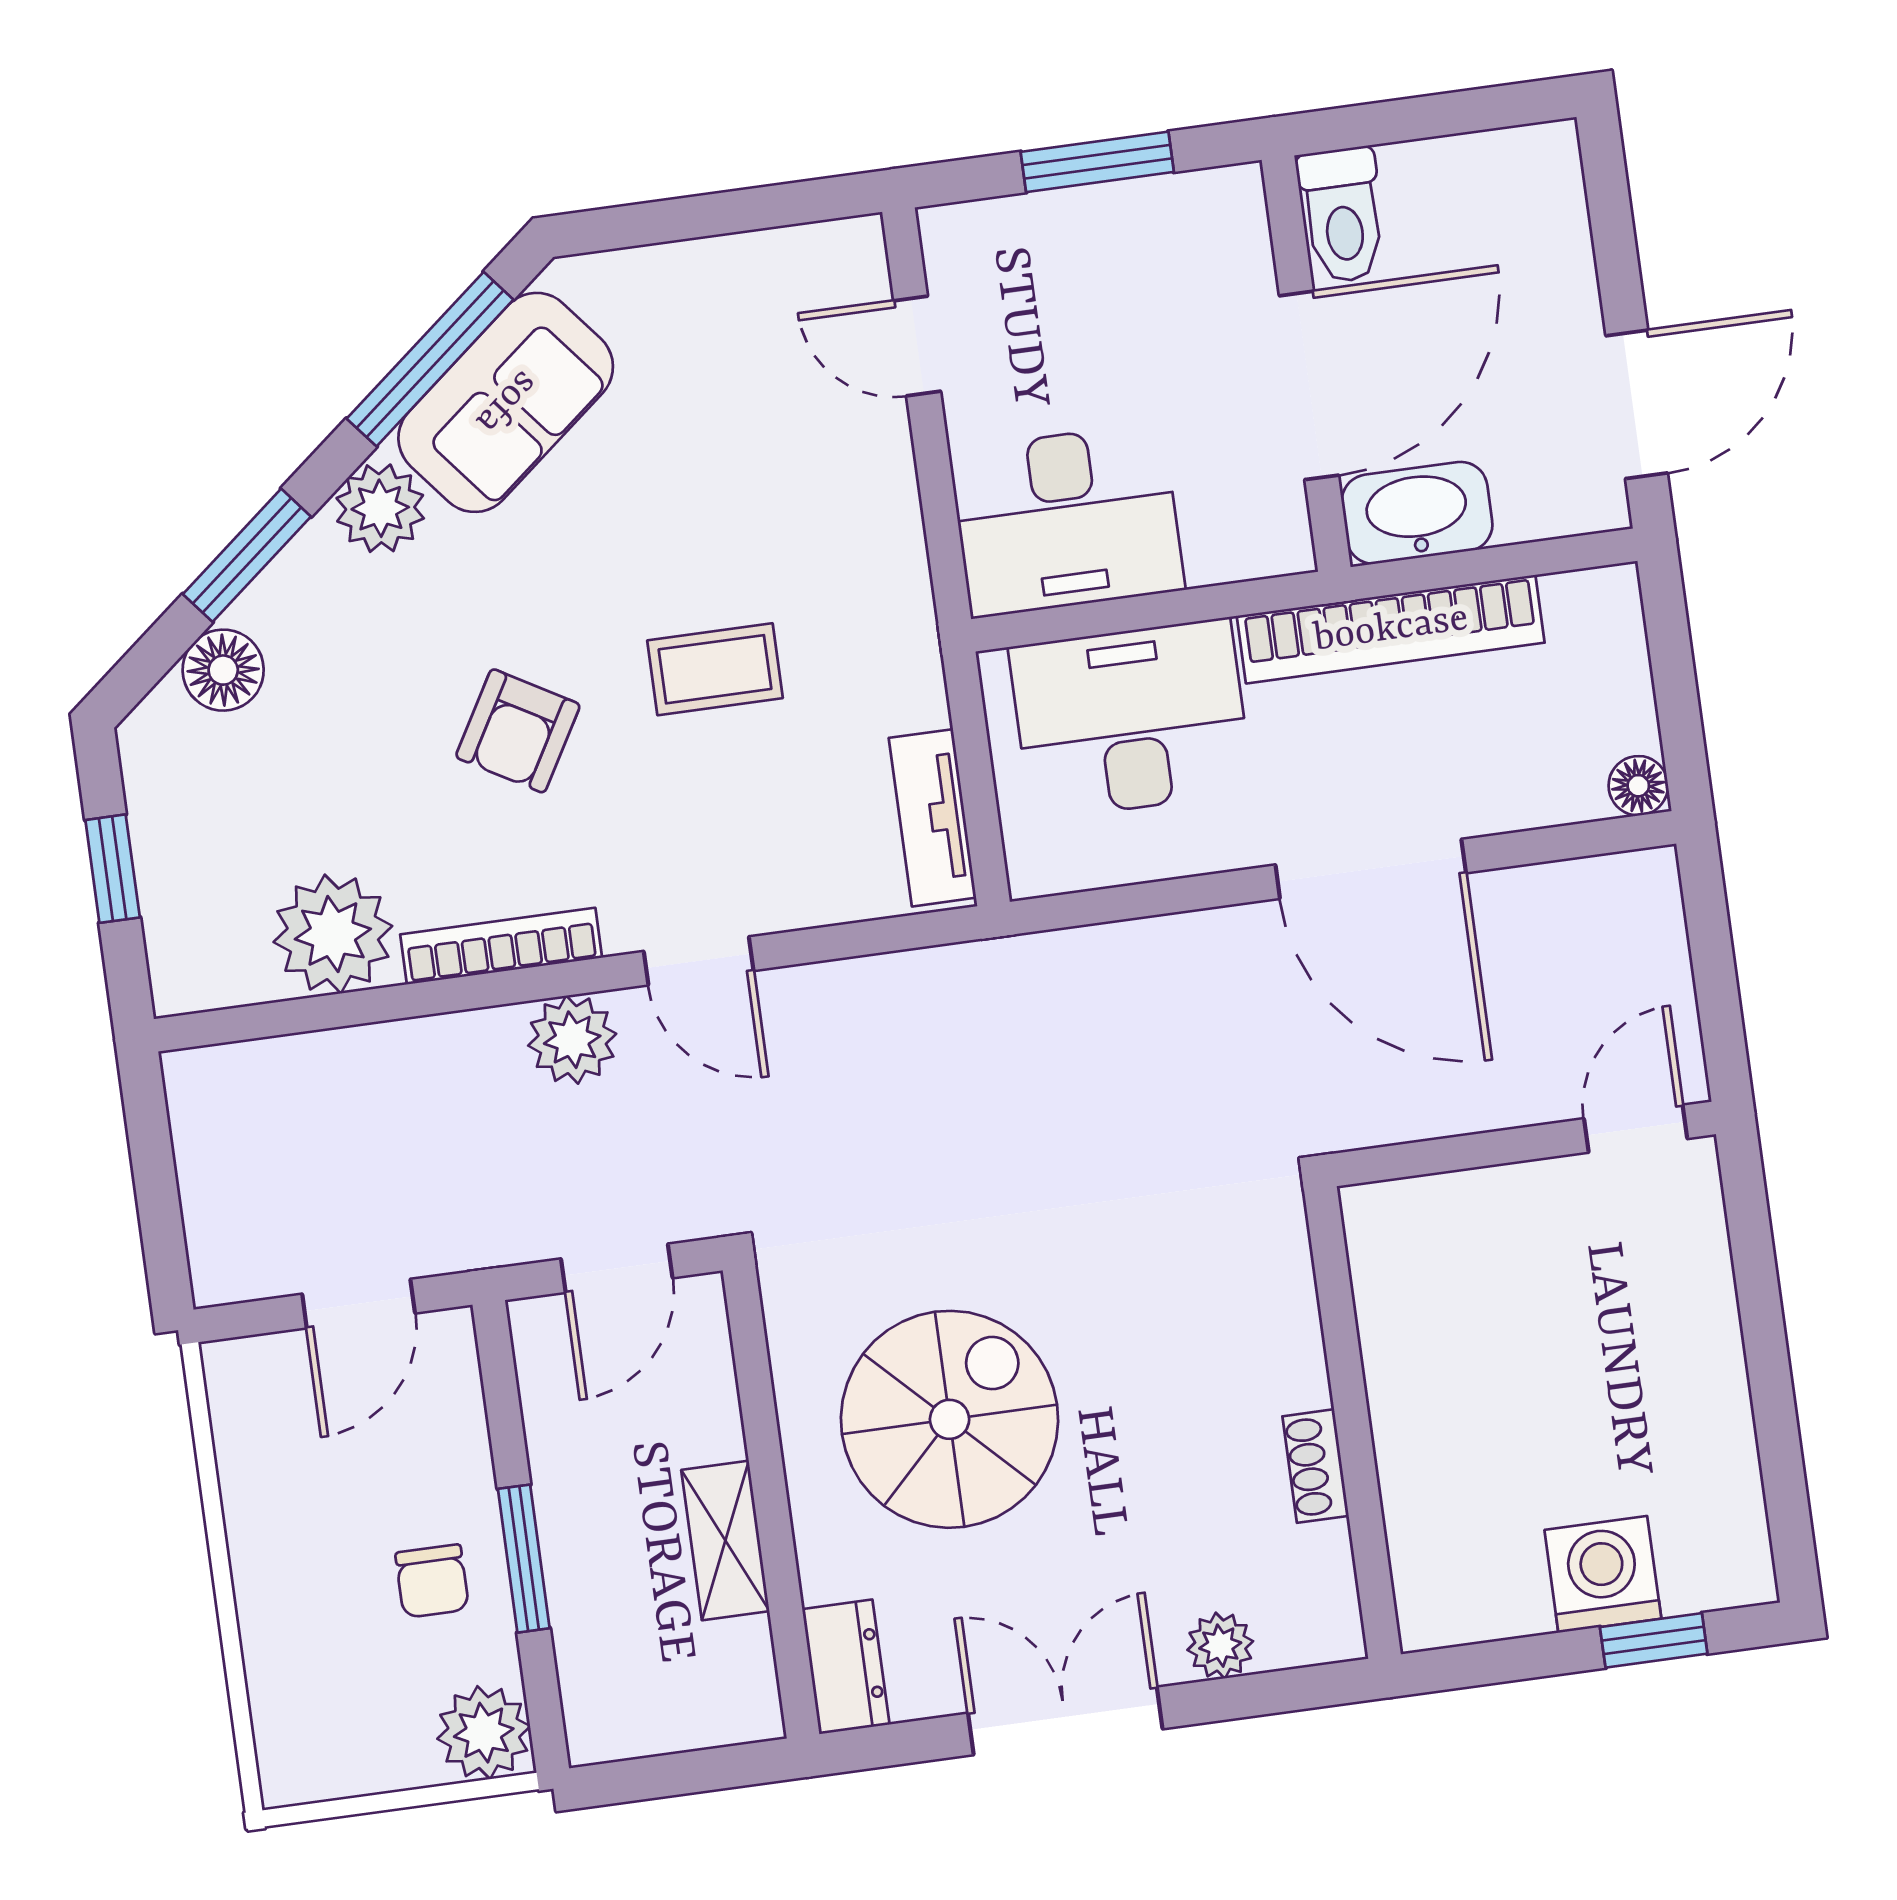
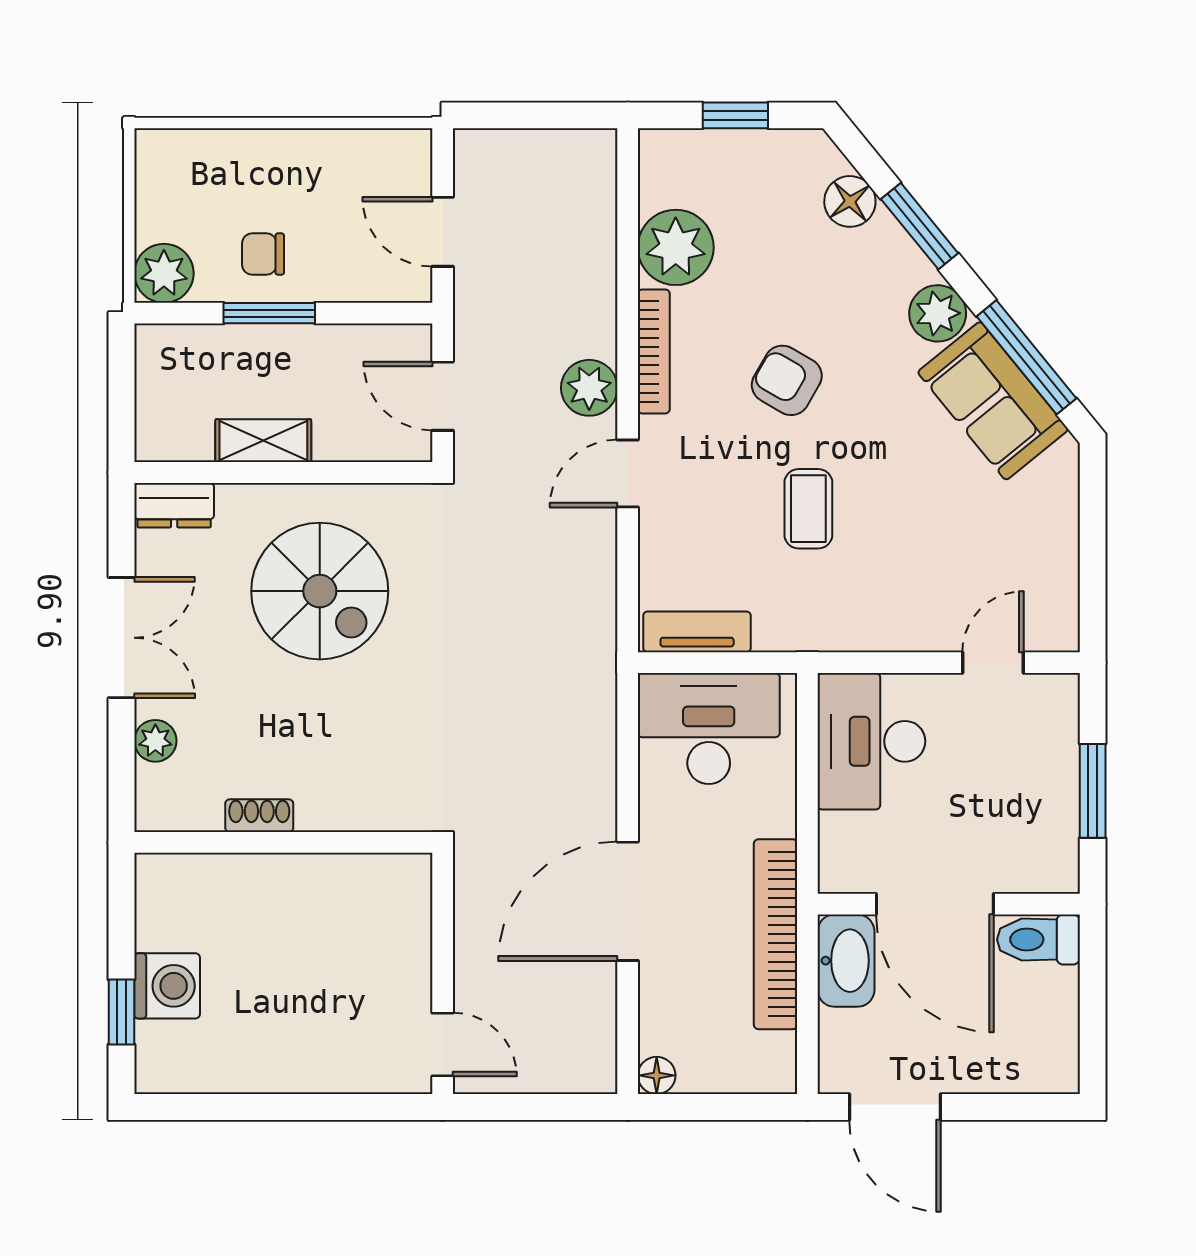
desk: (1131, 719) -> (709, 729), moved, turned -90

